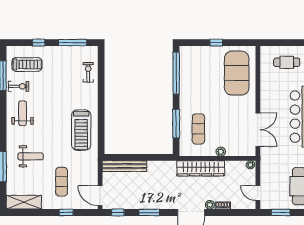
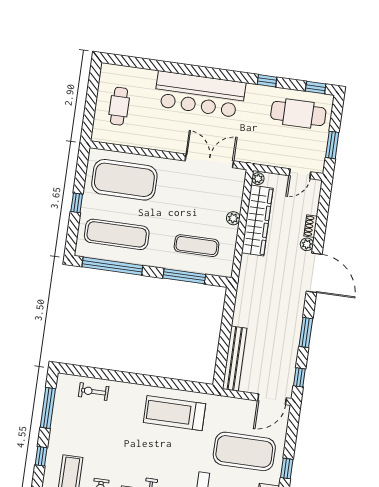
exercise mat: (198, 73) -> (117, 234), added
treadmill: (81, 130) -> (175, 413), turned 180
wardrobe: (201, 168) -> (257, 220), moved
exercise mat: (62, 182) -> (244, 451), width x2.00, depth x1.45
window: (66, 212) -> (287, 469), moved

